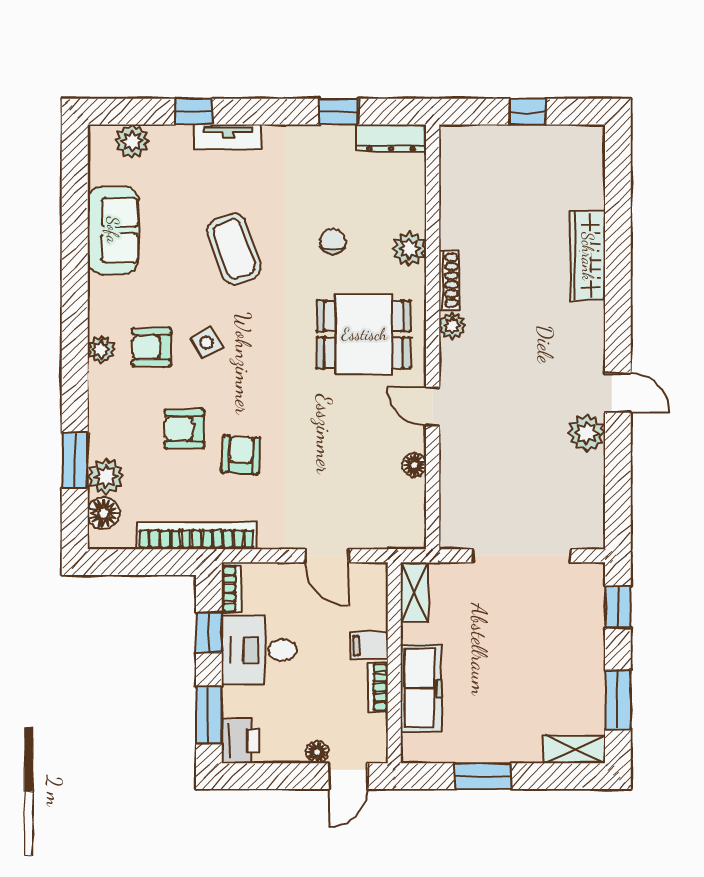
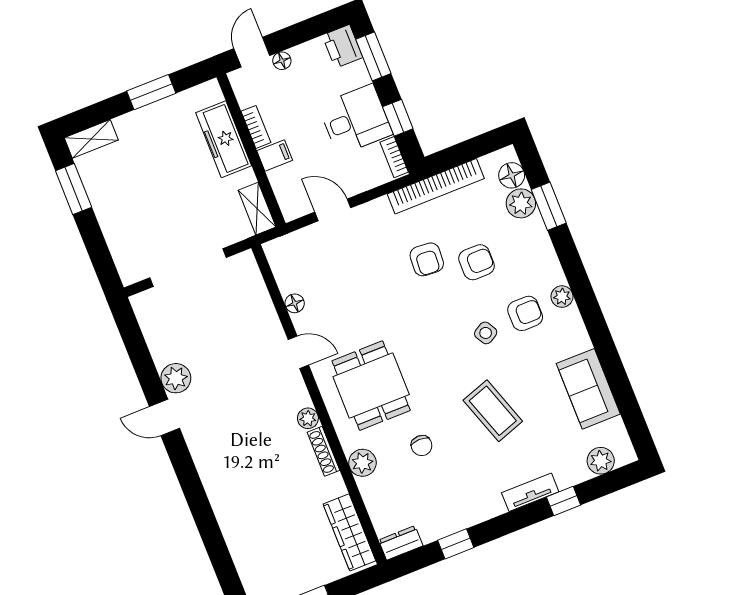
dresser: (391, 138) -> (401, 543), width x0.70
wardrobe: (588, 256) -> (349, 532), moved, turned 180
dining table: (364, 334) -> (371, 386), turned 90
window: (618, 607) -> (101, 258), removed

